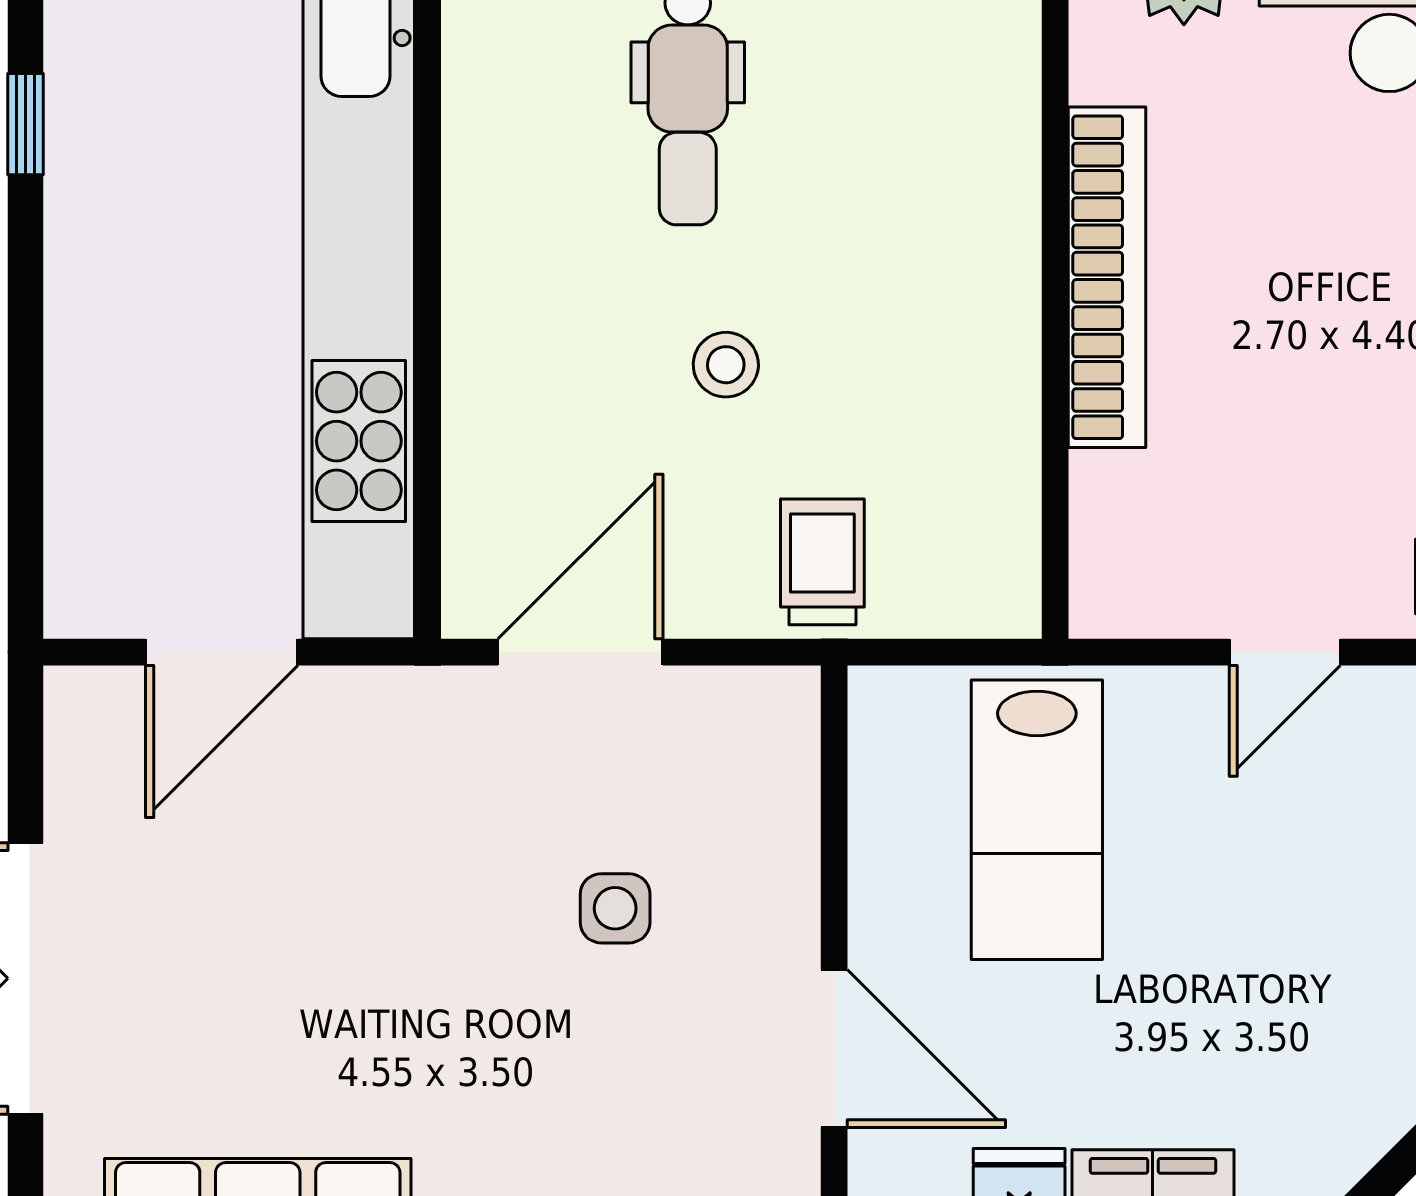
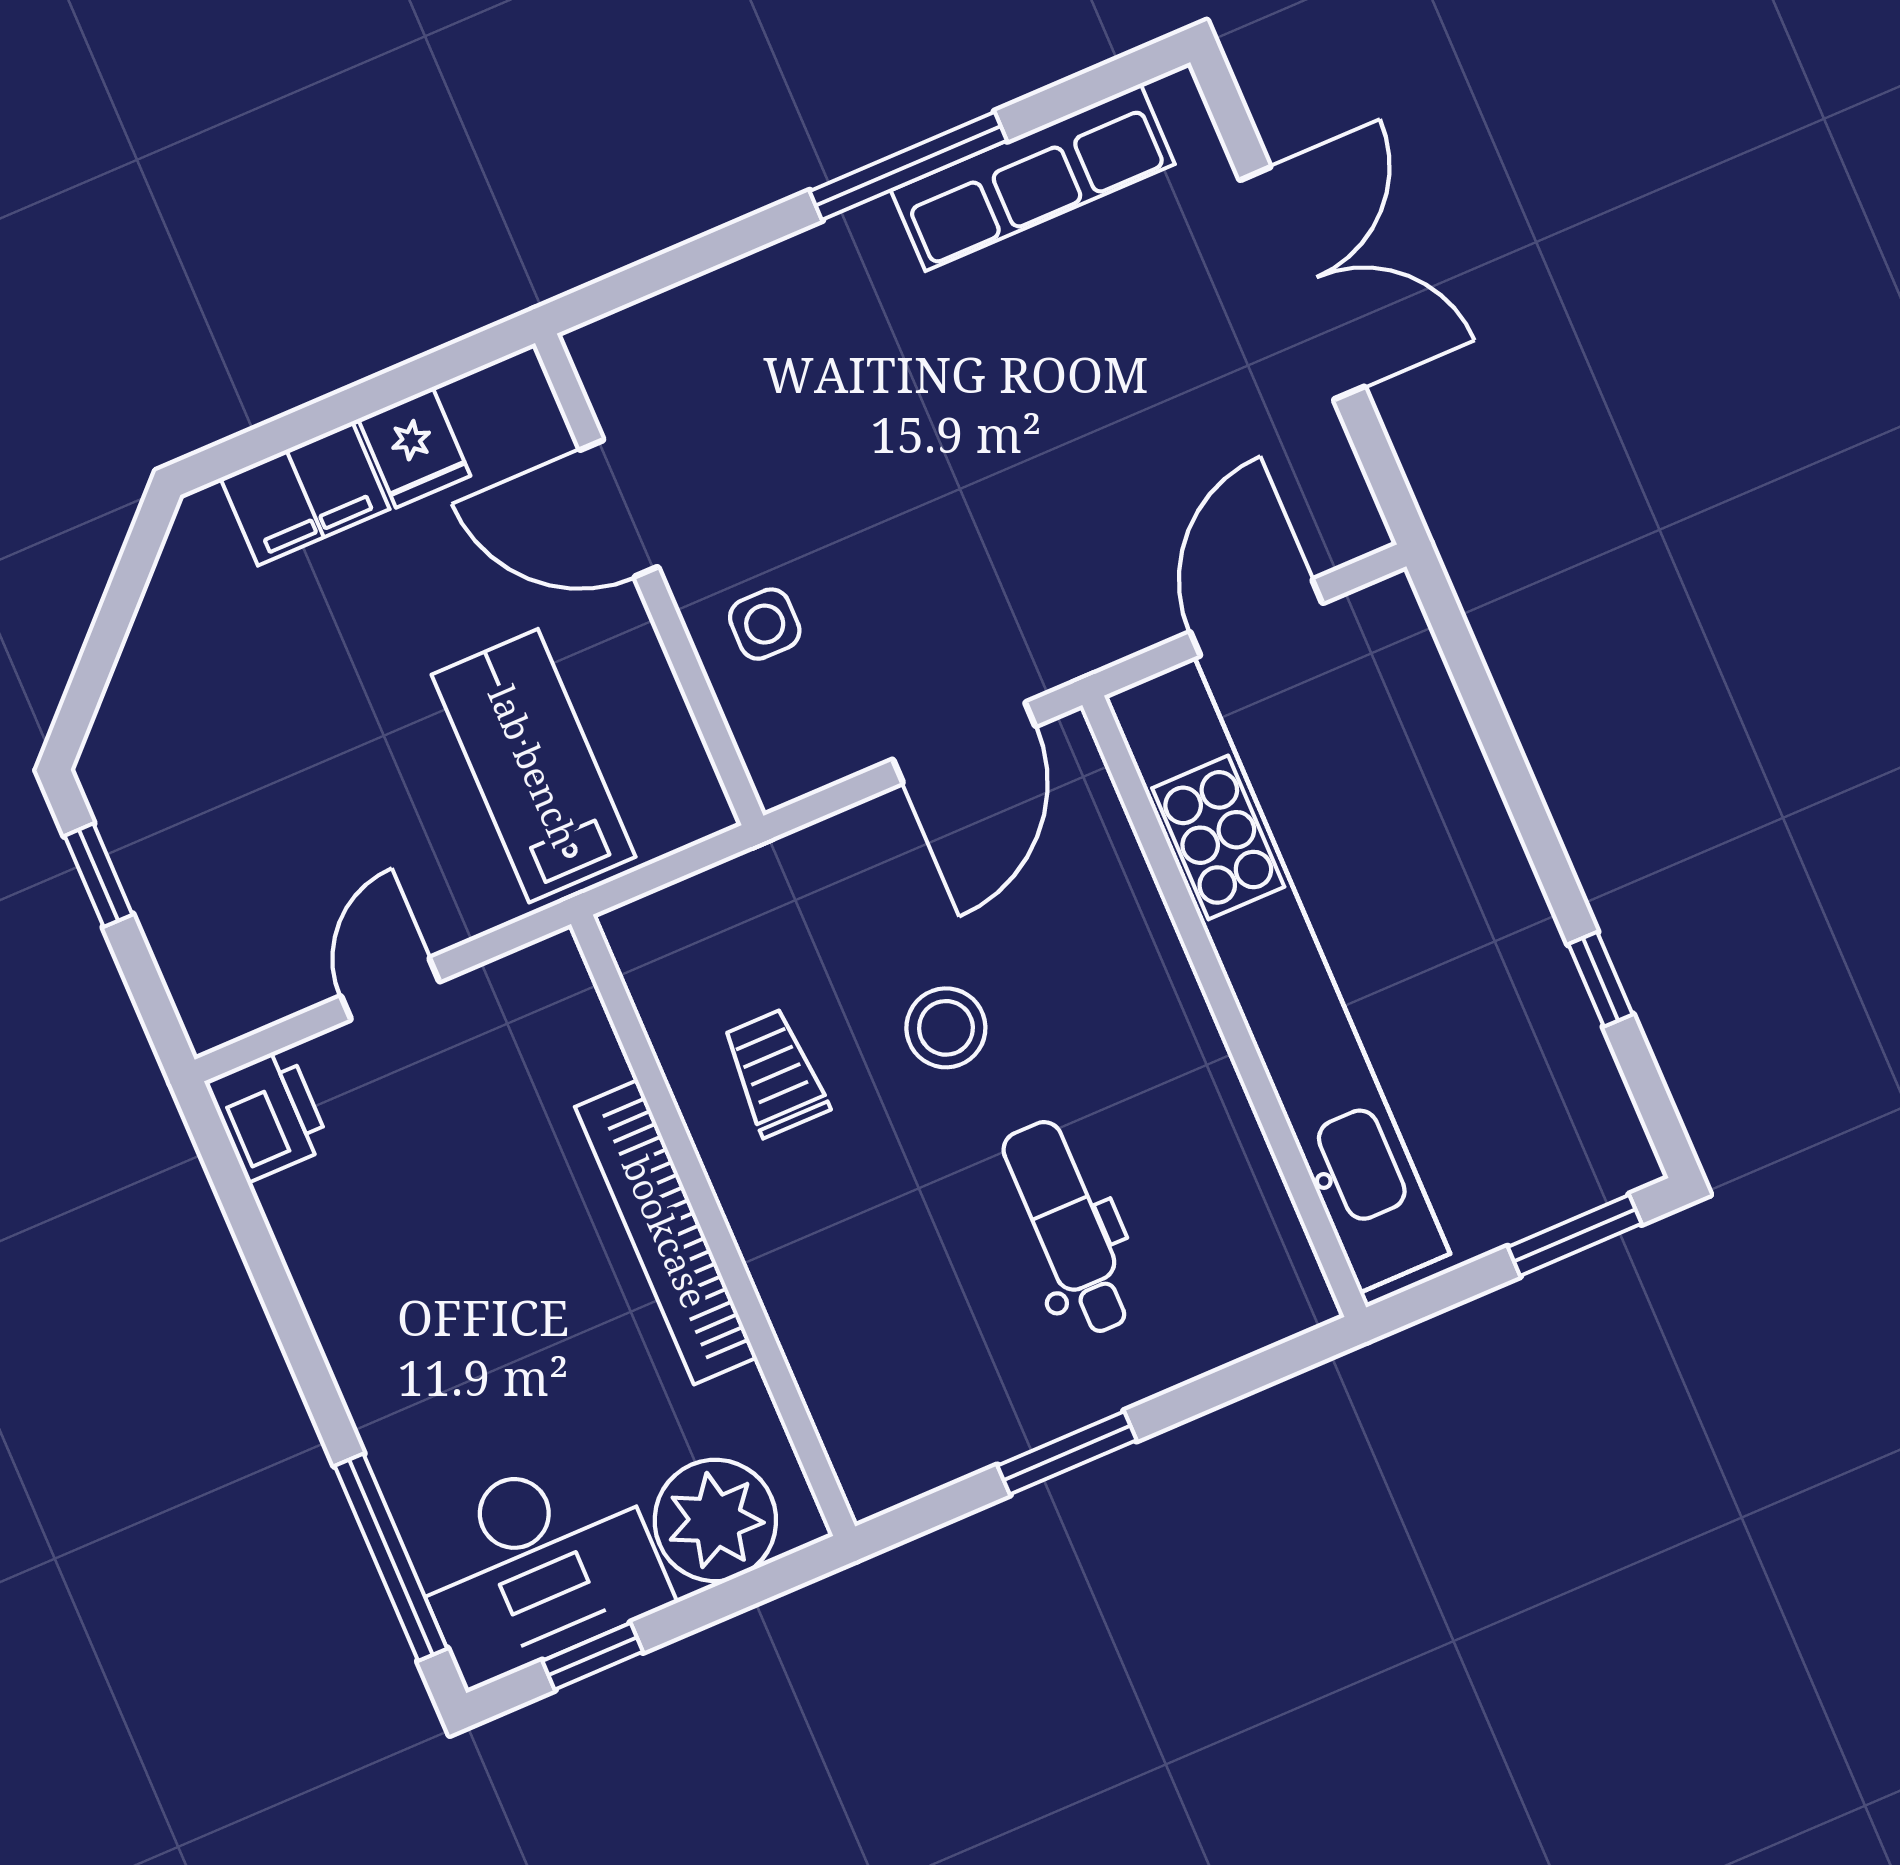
stool: (726, 365) -> (946, 1028), width x1.37, depth x1.37
trolley: (822, 562) -> (775, 1073), moved, turned 180
side table: (615, 908) -> (765, 624), moved

